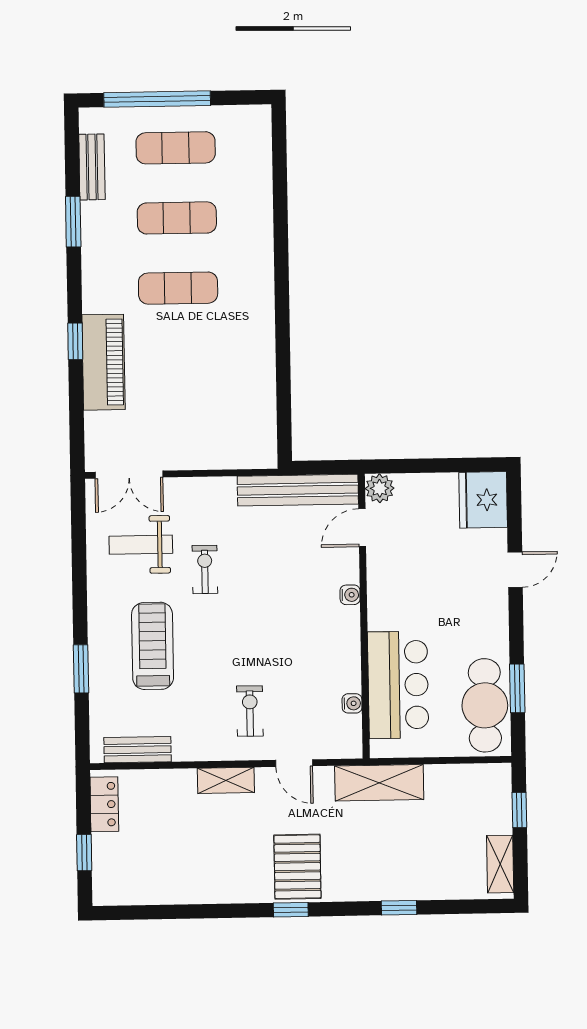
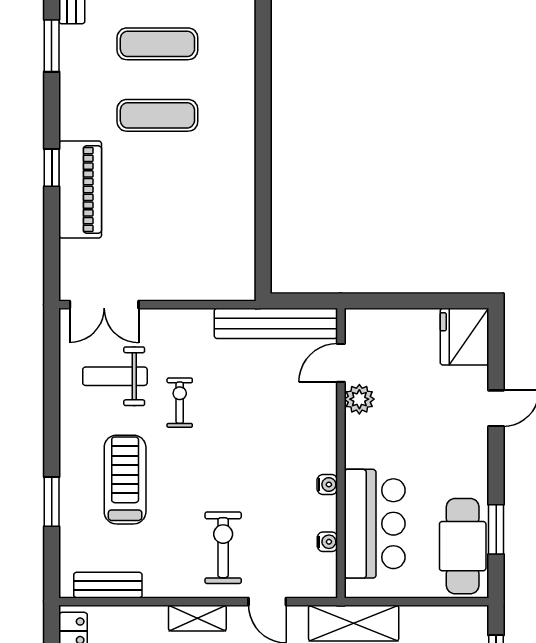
plant: (380, 488) -> (359, 399), moved
water cooler: (350, 595) -> (327, 485), moved
exercise bike: (250, 711) -> (223, 548), width x1.38, depth x1.39

